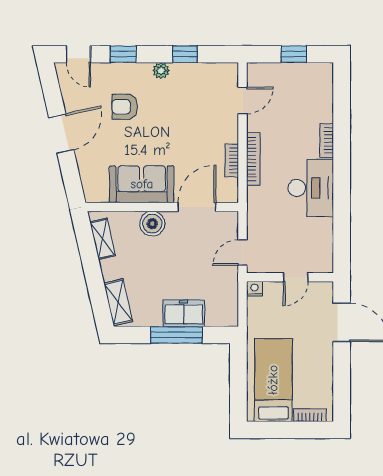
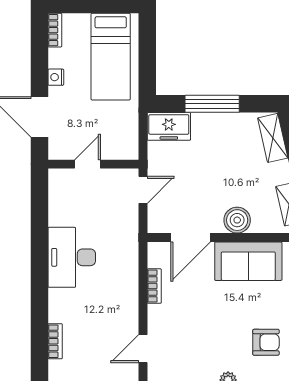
bookcase: (327, 141) -> (55, 341), moved
bookcase: (253, 159) -> (132, 288), removed
nightstand: (254, 289) -> (56, 77), moved, turned 90
freezer: (184, 313) -> (169, 126), moved
bookcase: (310, 415) -> (55, 30), moved, turned -90

